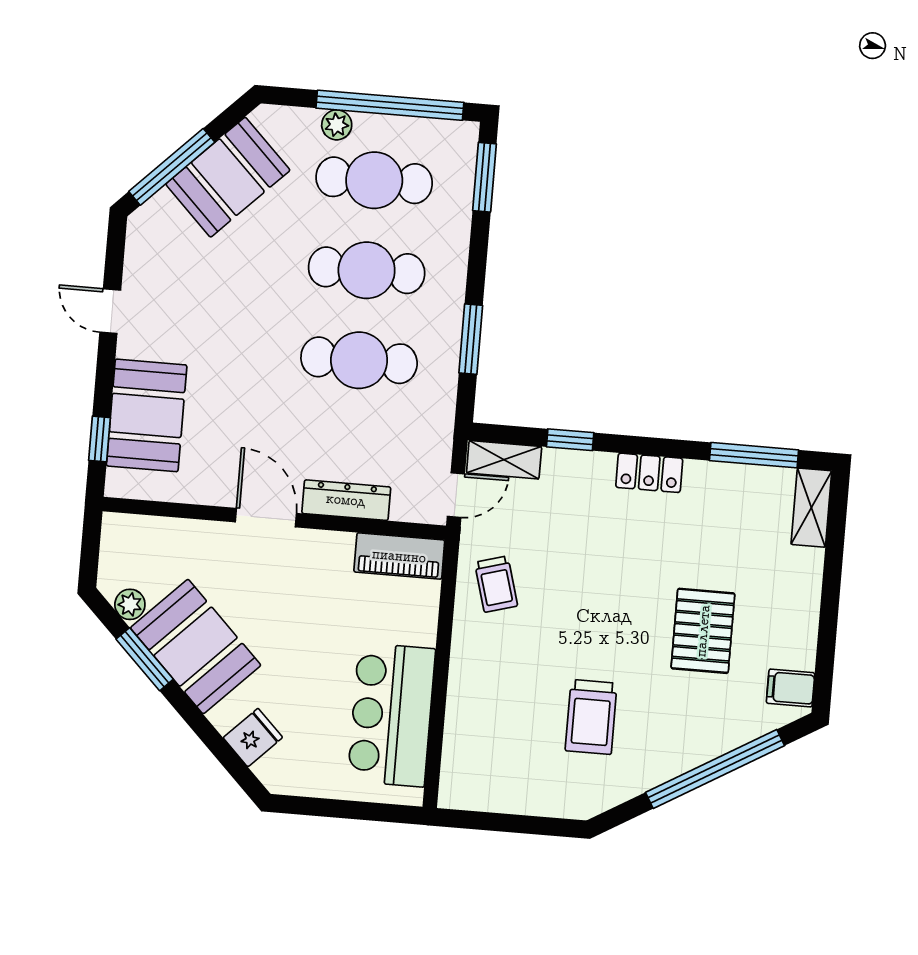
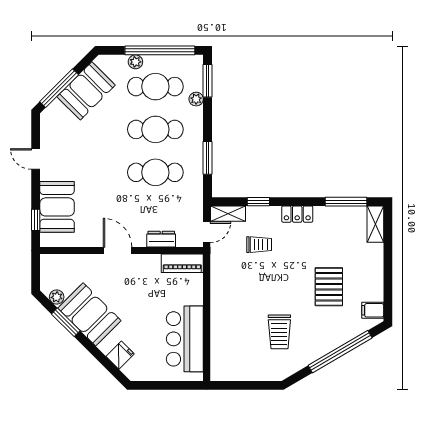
plant: (457, 214) -> (196, 99), added
dresser: (346, 500) -> (161, 239), width x0.70
trolley: (496, 584) -> (259, 245), moved, turned -74

